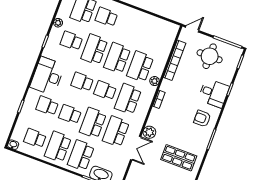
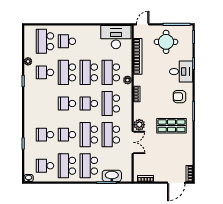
desk: (47, 76) -> (116, 37), moved, turned 90
shop shelf: (179, 158) -> (171, 126), moved

